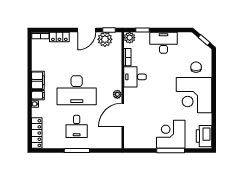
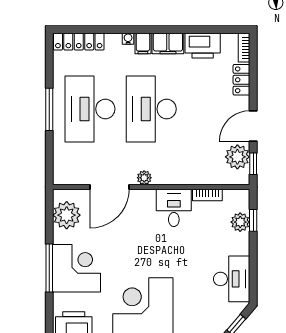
door: (87, 30) -> (253, 126), hinge flipped
plant: (130, 38) -> (240, 222), moved
desk: (164, 43) -> (232, 279), moved
printer: (39, 60) -> (203, 46), added
chair: (196, 67) -> (190, 311), removed
door: (123, 115) -> (109, 187), swing flipped
desk: (77, 126) -> (90, 109), width x1.87, depth x1.30
plant: (139, 140) -> (67, 215), added

